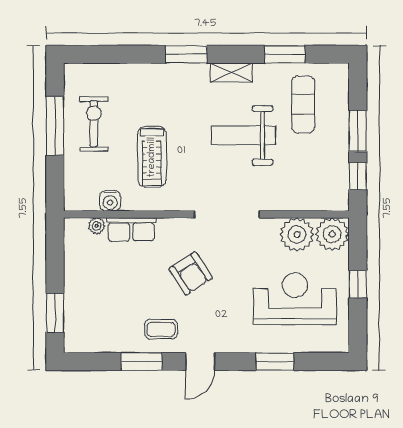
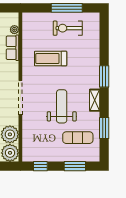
exercise bike: (94, 124) -> (68, 28), turned 180
window: (358, 131) -> (75, 166), moved
water cooler: (110, 201) -> (27, 37), removed

